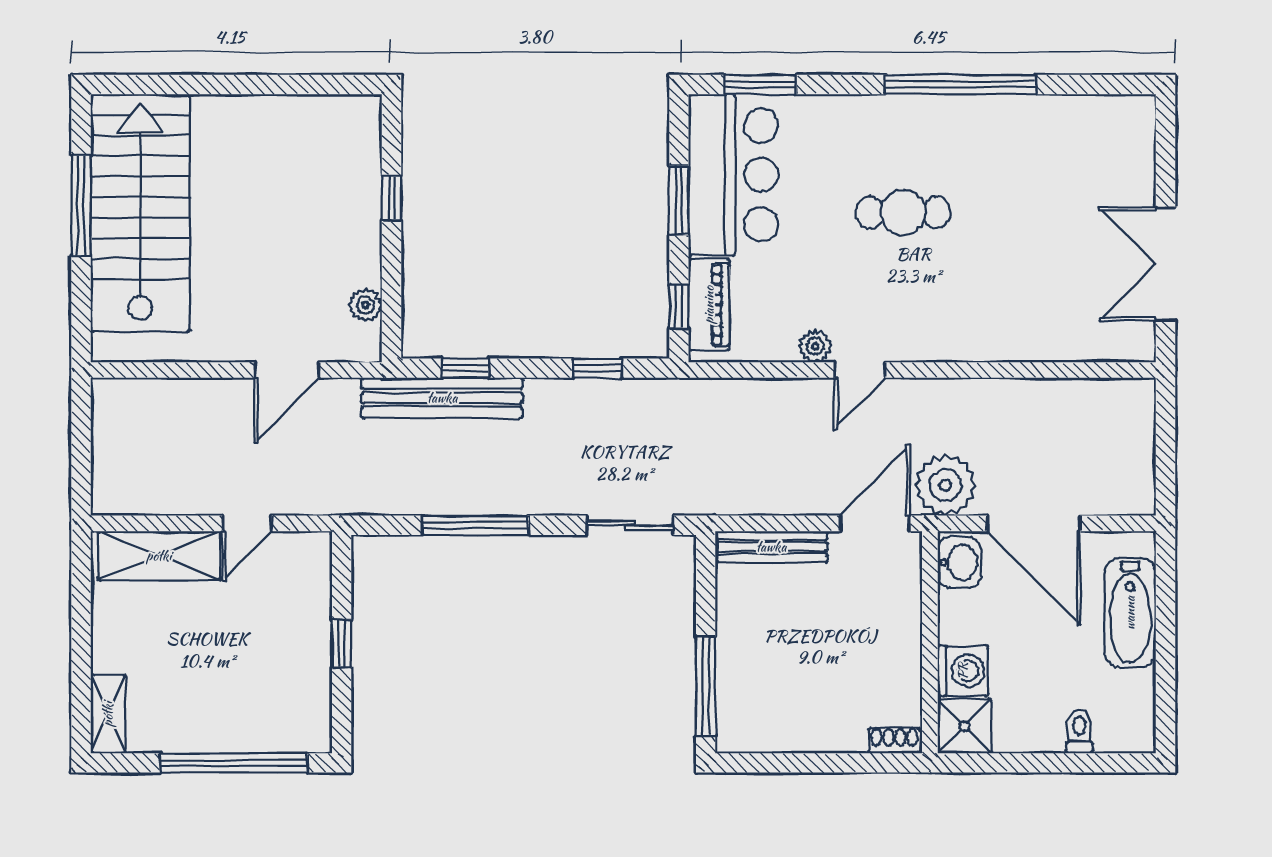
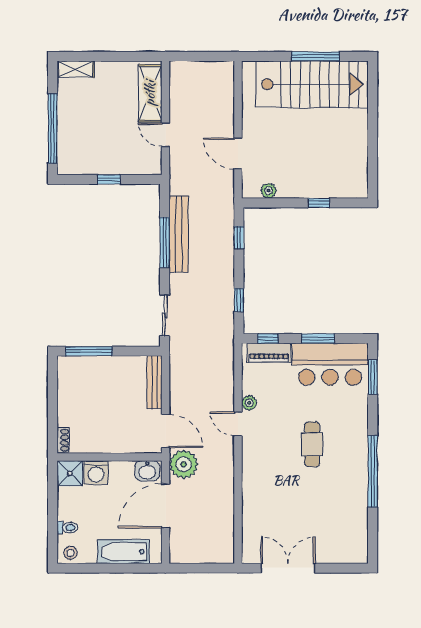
bench: (442, 398) -> (179, 234), moved
stool: (1133, 725) -> (71, 553), added

